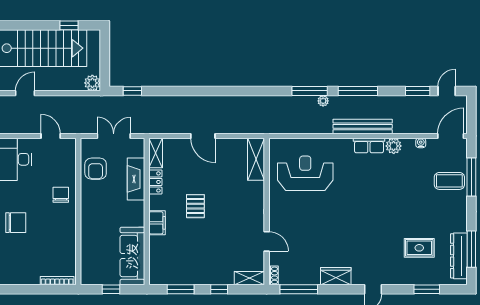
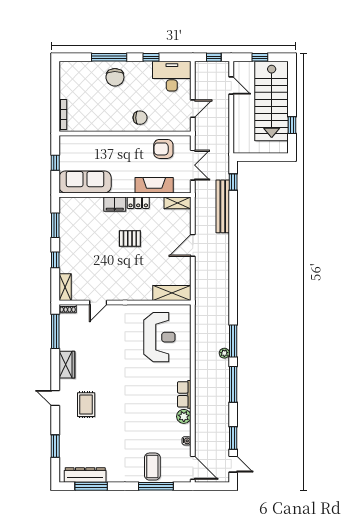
plant: (92, 83) -> (240, 146), removed
bench: (363, 126) -> (223, 206), moved
locker: (155, 182) -> (138, 203), moved
rug: (419, 248) -> (86, 405), moved

